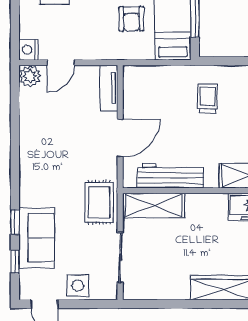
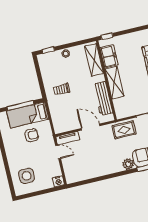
door: (61, 63) -> (58, 152), moved
plant: (30, 76) -> (128, 164), moved
shelving: (154, 205) -> (114, 83), moved

